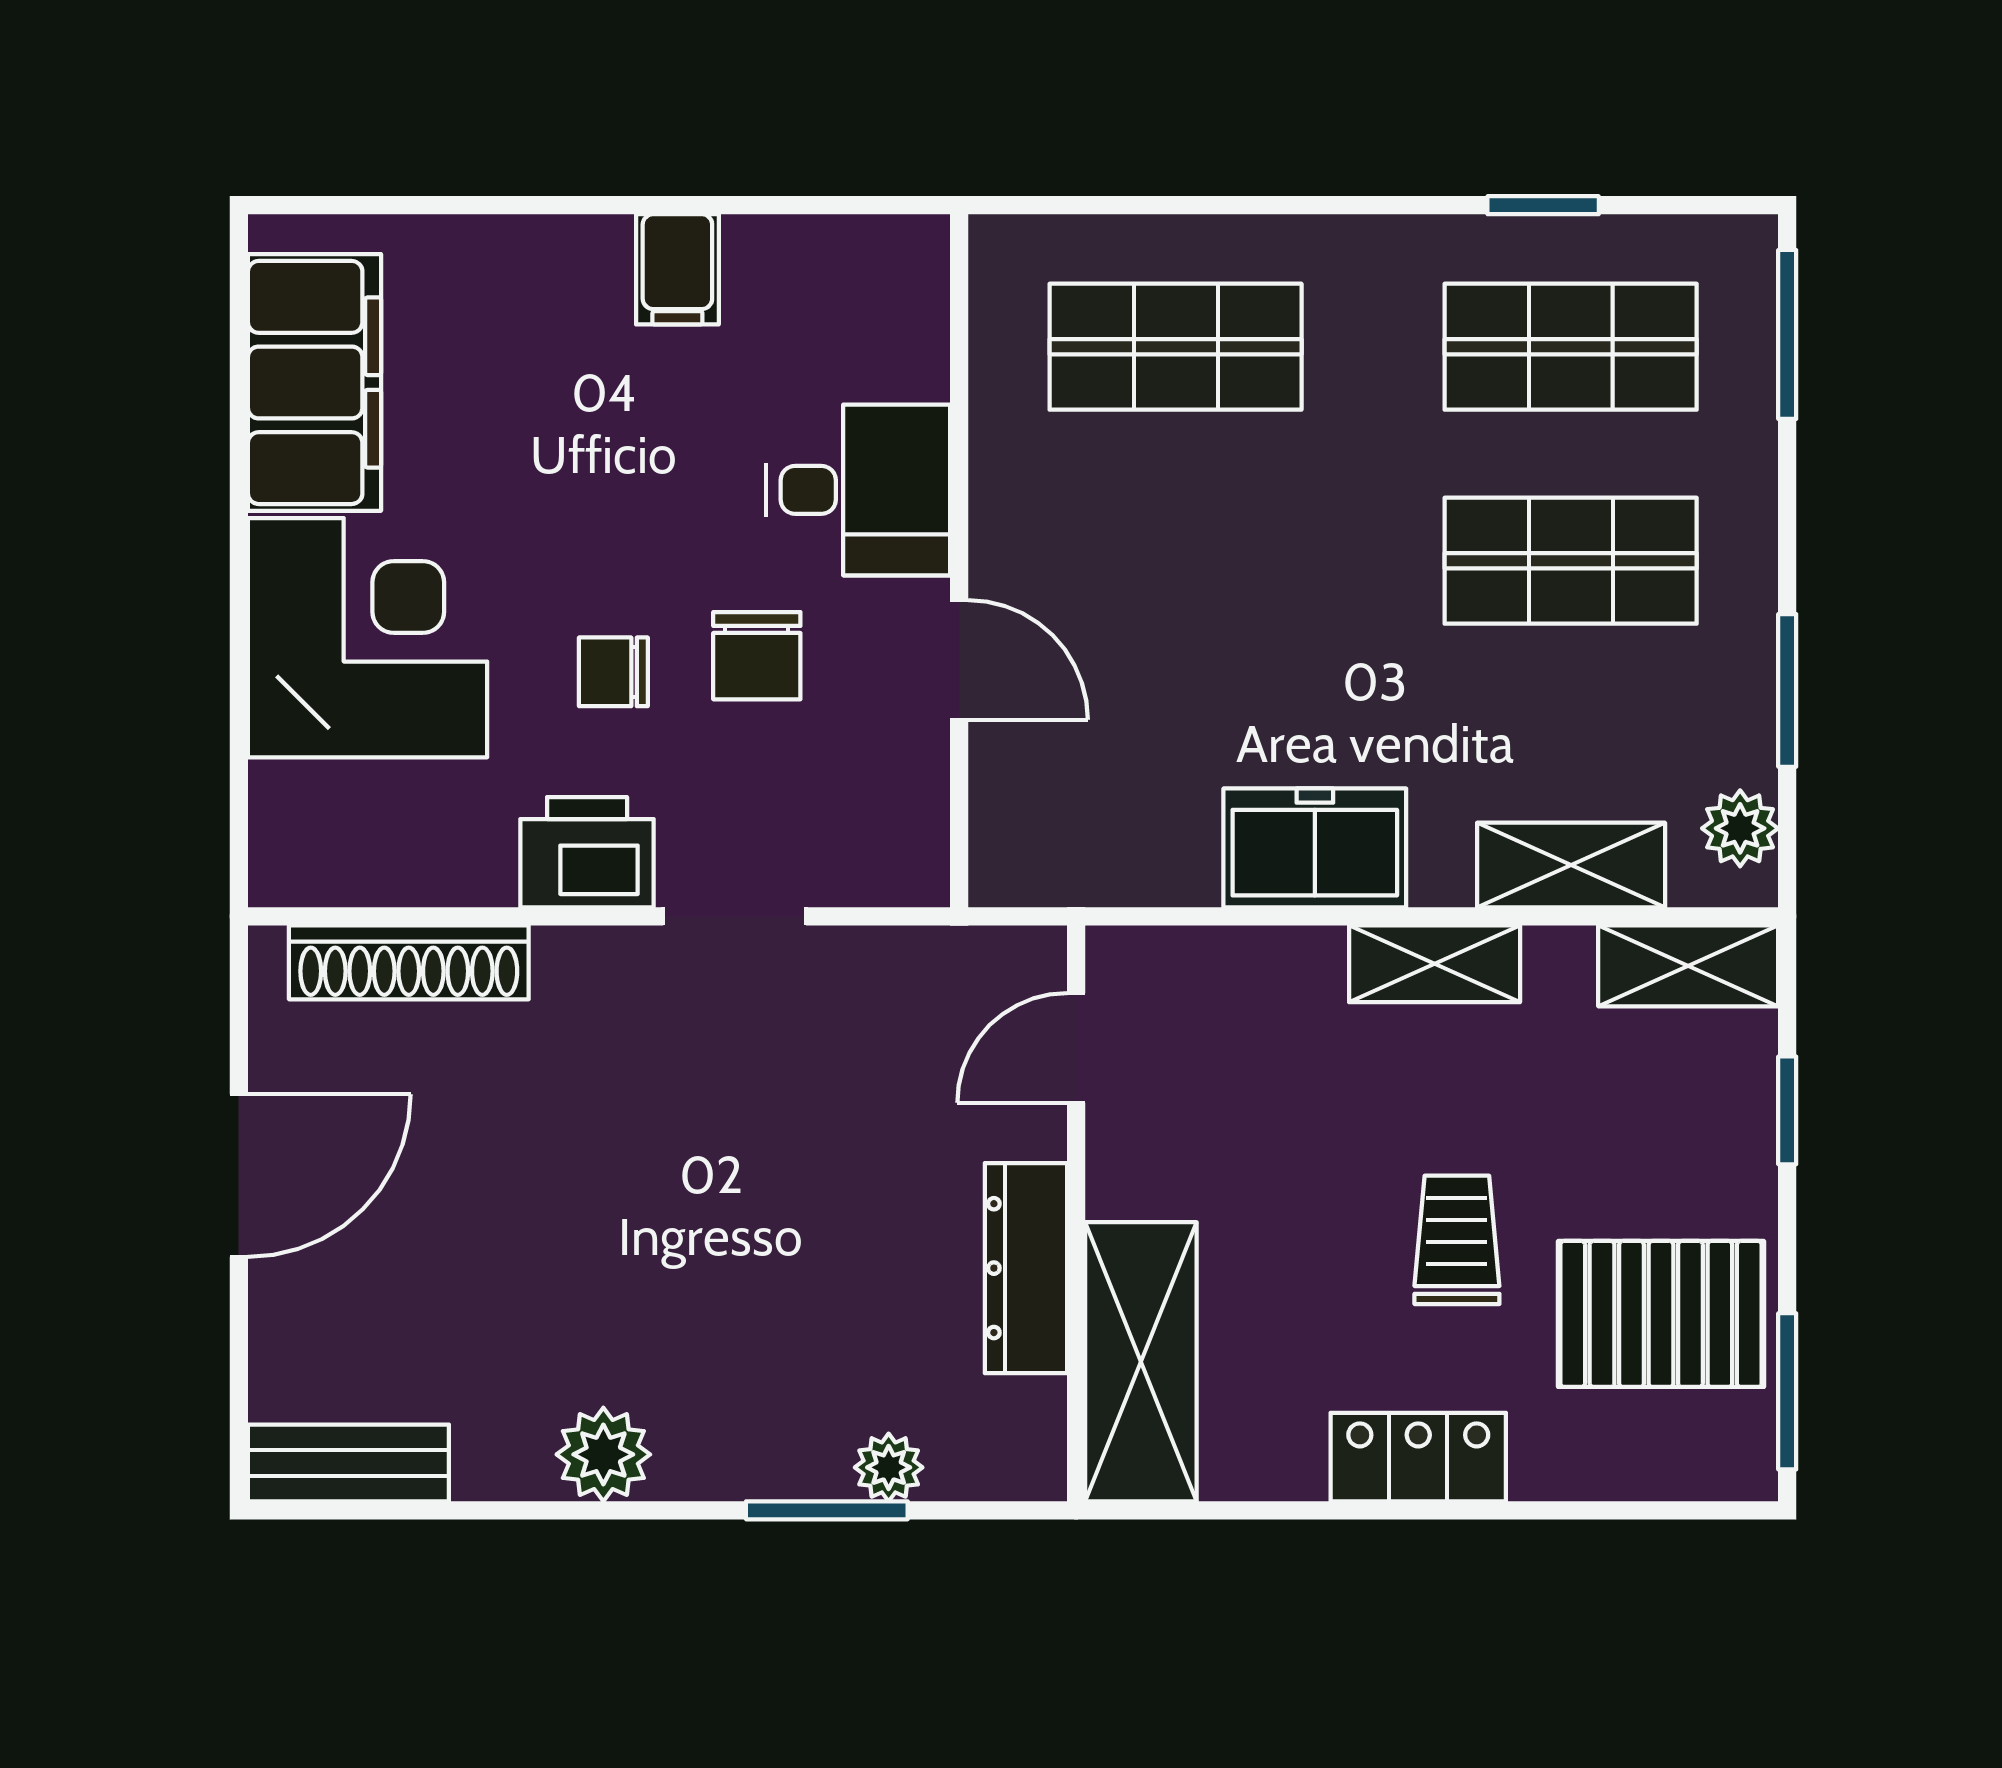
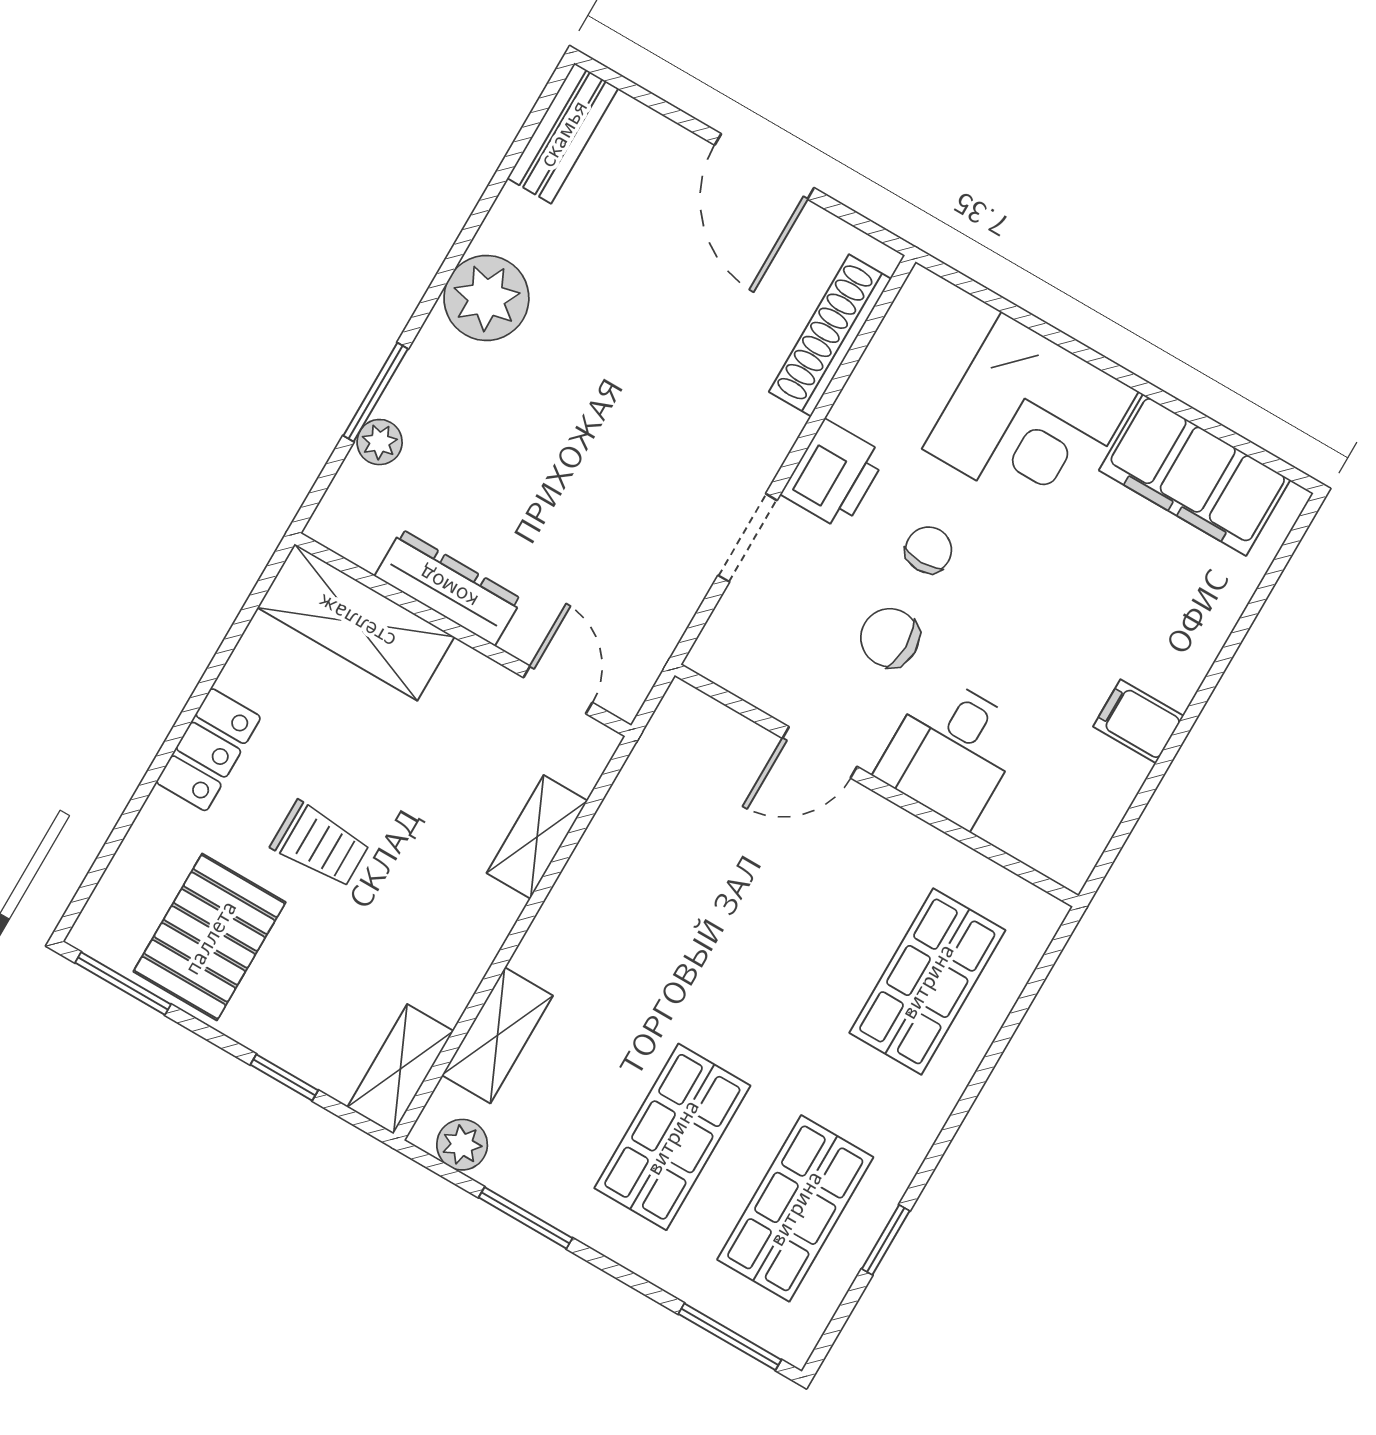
freezer: (1315, 848) -> (593, 894), removed
shelving: (1435, 964) -> (537, 837), moved
plant: (603, 1454) -> (486, 298), width x1.36, depth x1.36

